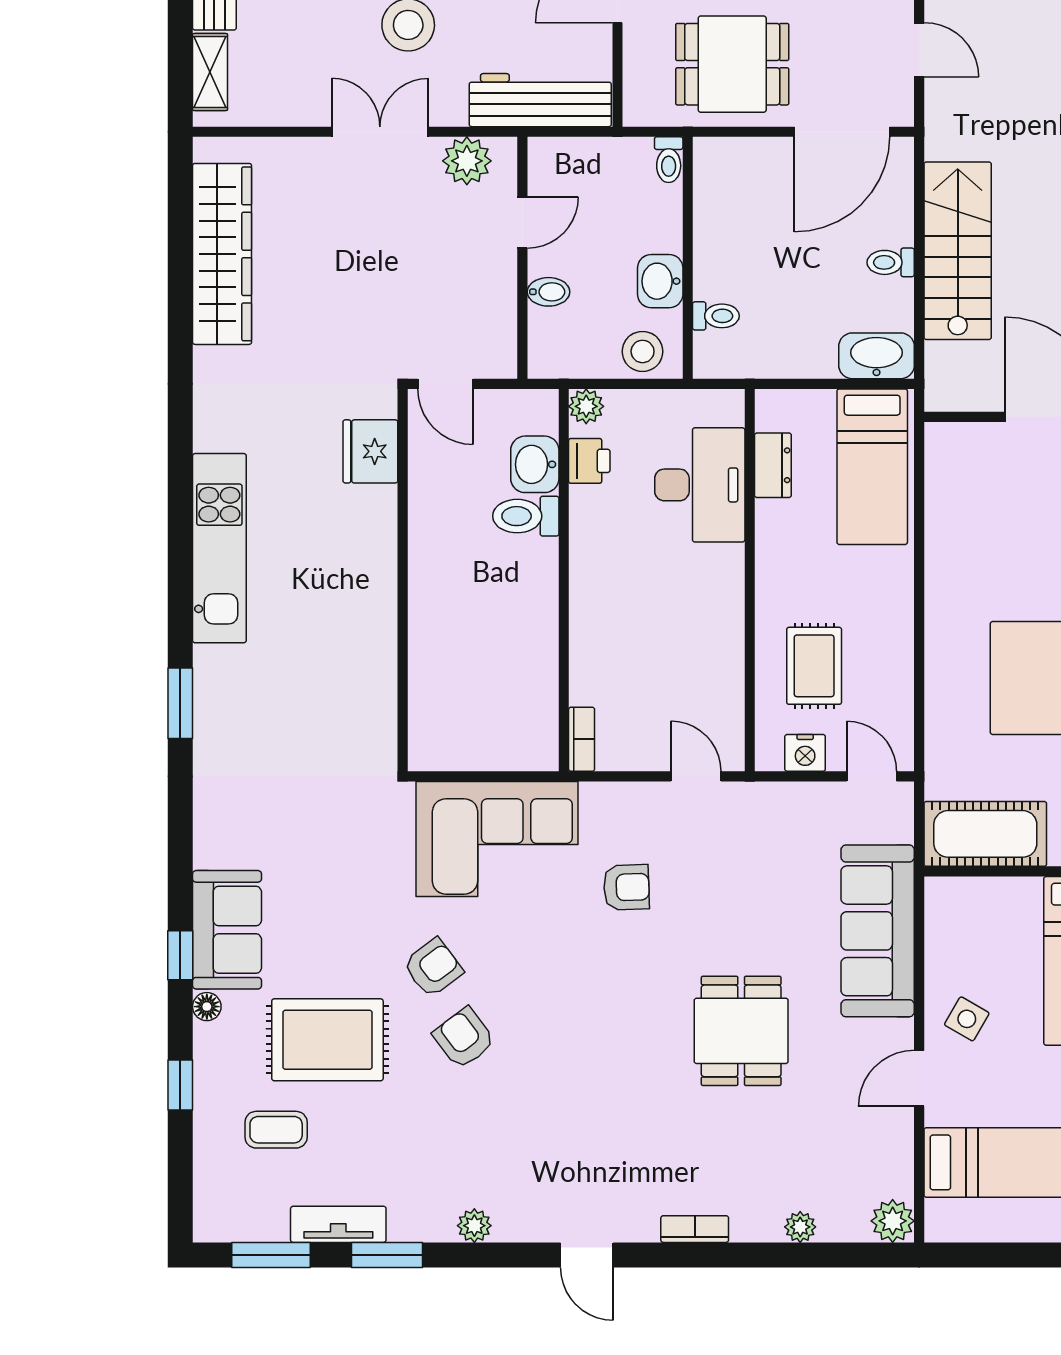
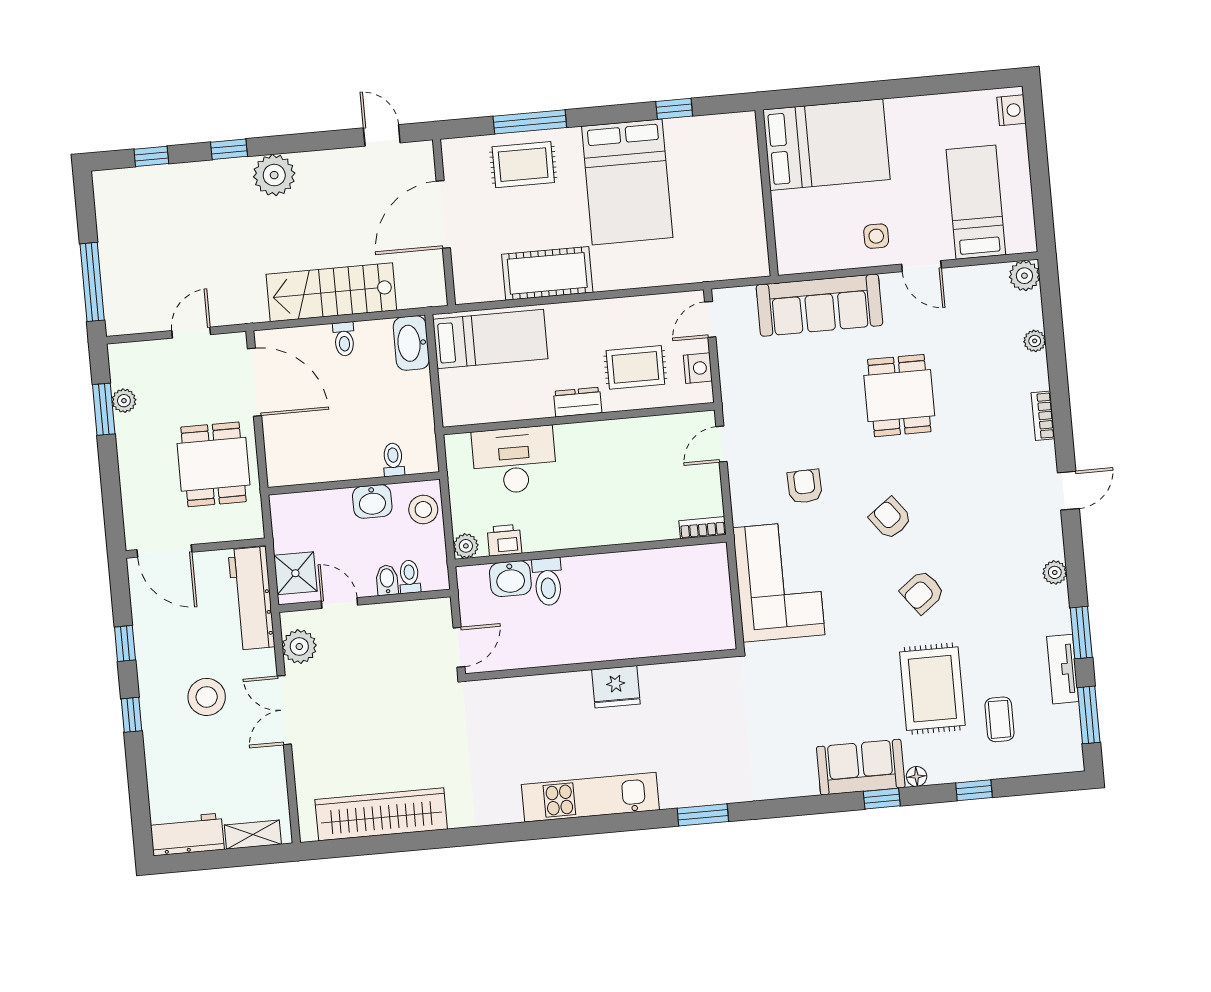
toilet: (669, 160) -> (410, 577), moved, turned -90
shower: (570, 165) -> (295, 573), added
fridge: (370, 451) -> (616, 687), moved
dresser: (773, 465) -> (578, 402), moved
cot: (985, 834) -> (547, 273), moved, turned 90
armchair: (433, 968) -> (890, 518), moved
side table: (967, 1019) -> (876, 236), turned -30
dining table: (741, 1031) -> (899, 396), turned 90

